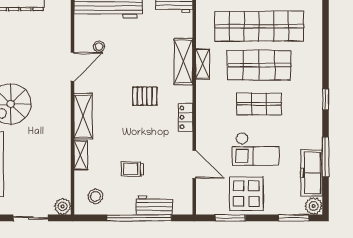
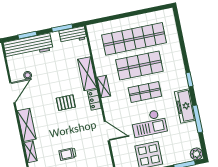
shelving: (203, 64) -> (104, 87), moved
locker: (186, 117) -> (94, 100), moved
door: (194, 164) -> (107, 131), moved
freezer: (312, 173) -> (185, 106), moved

